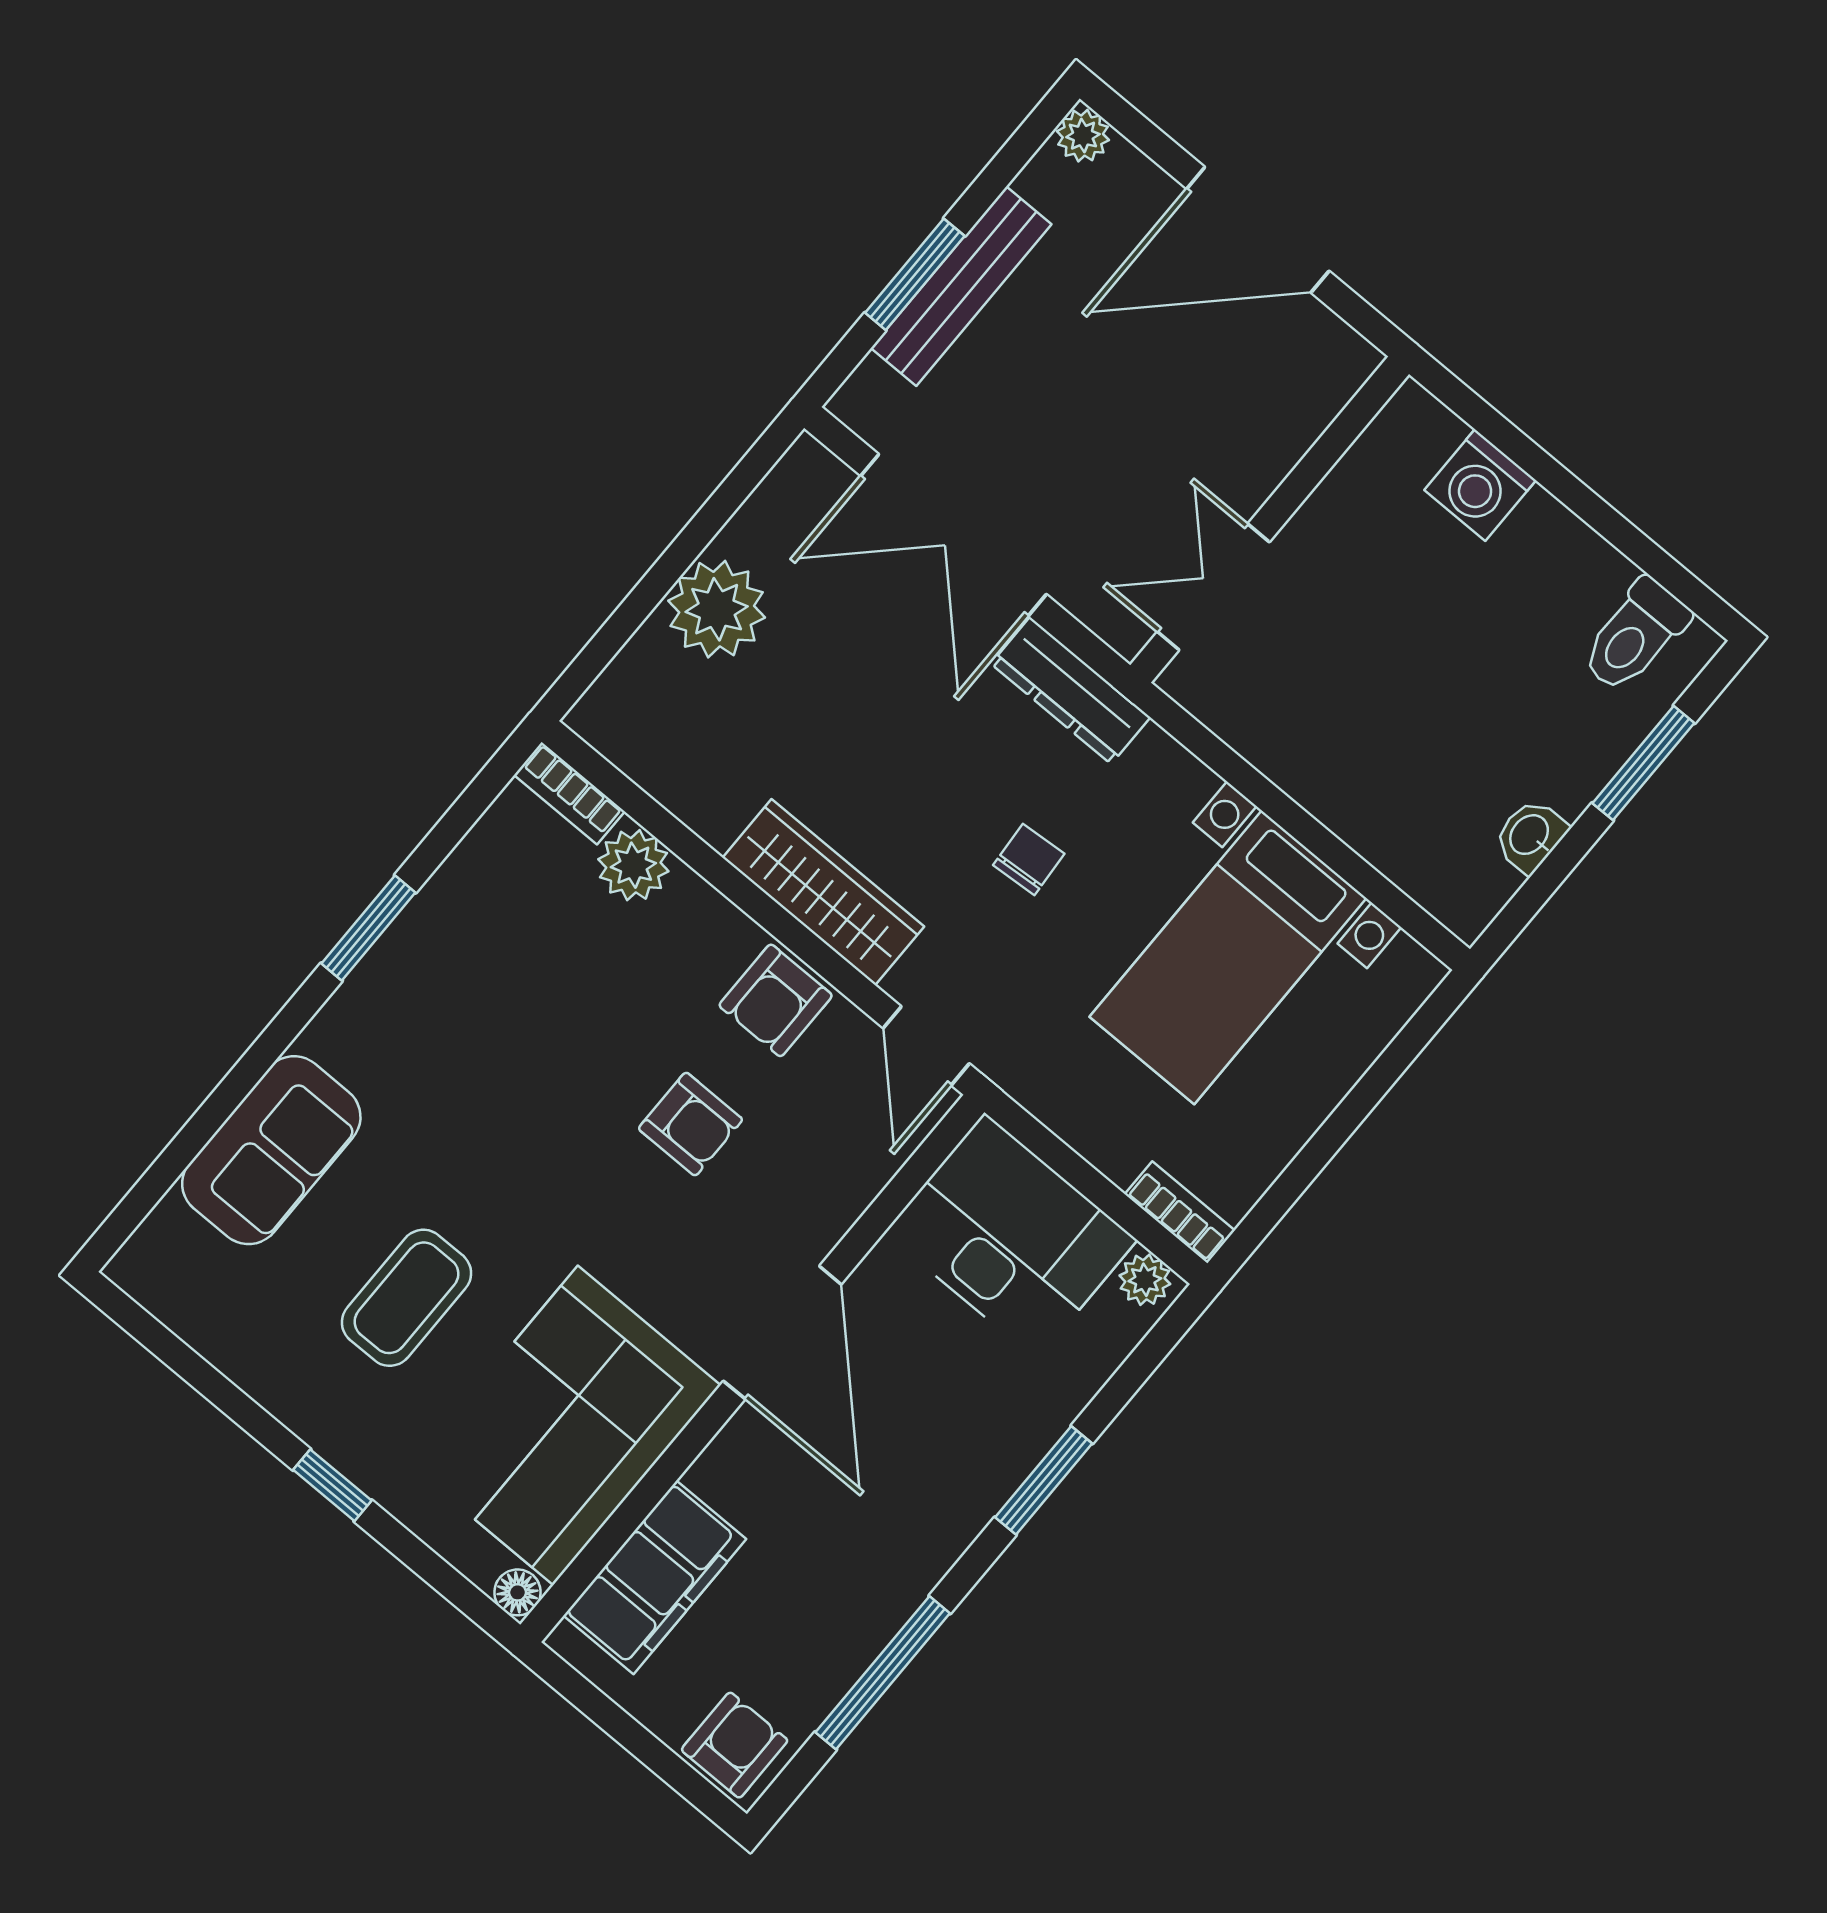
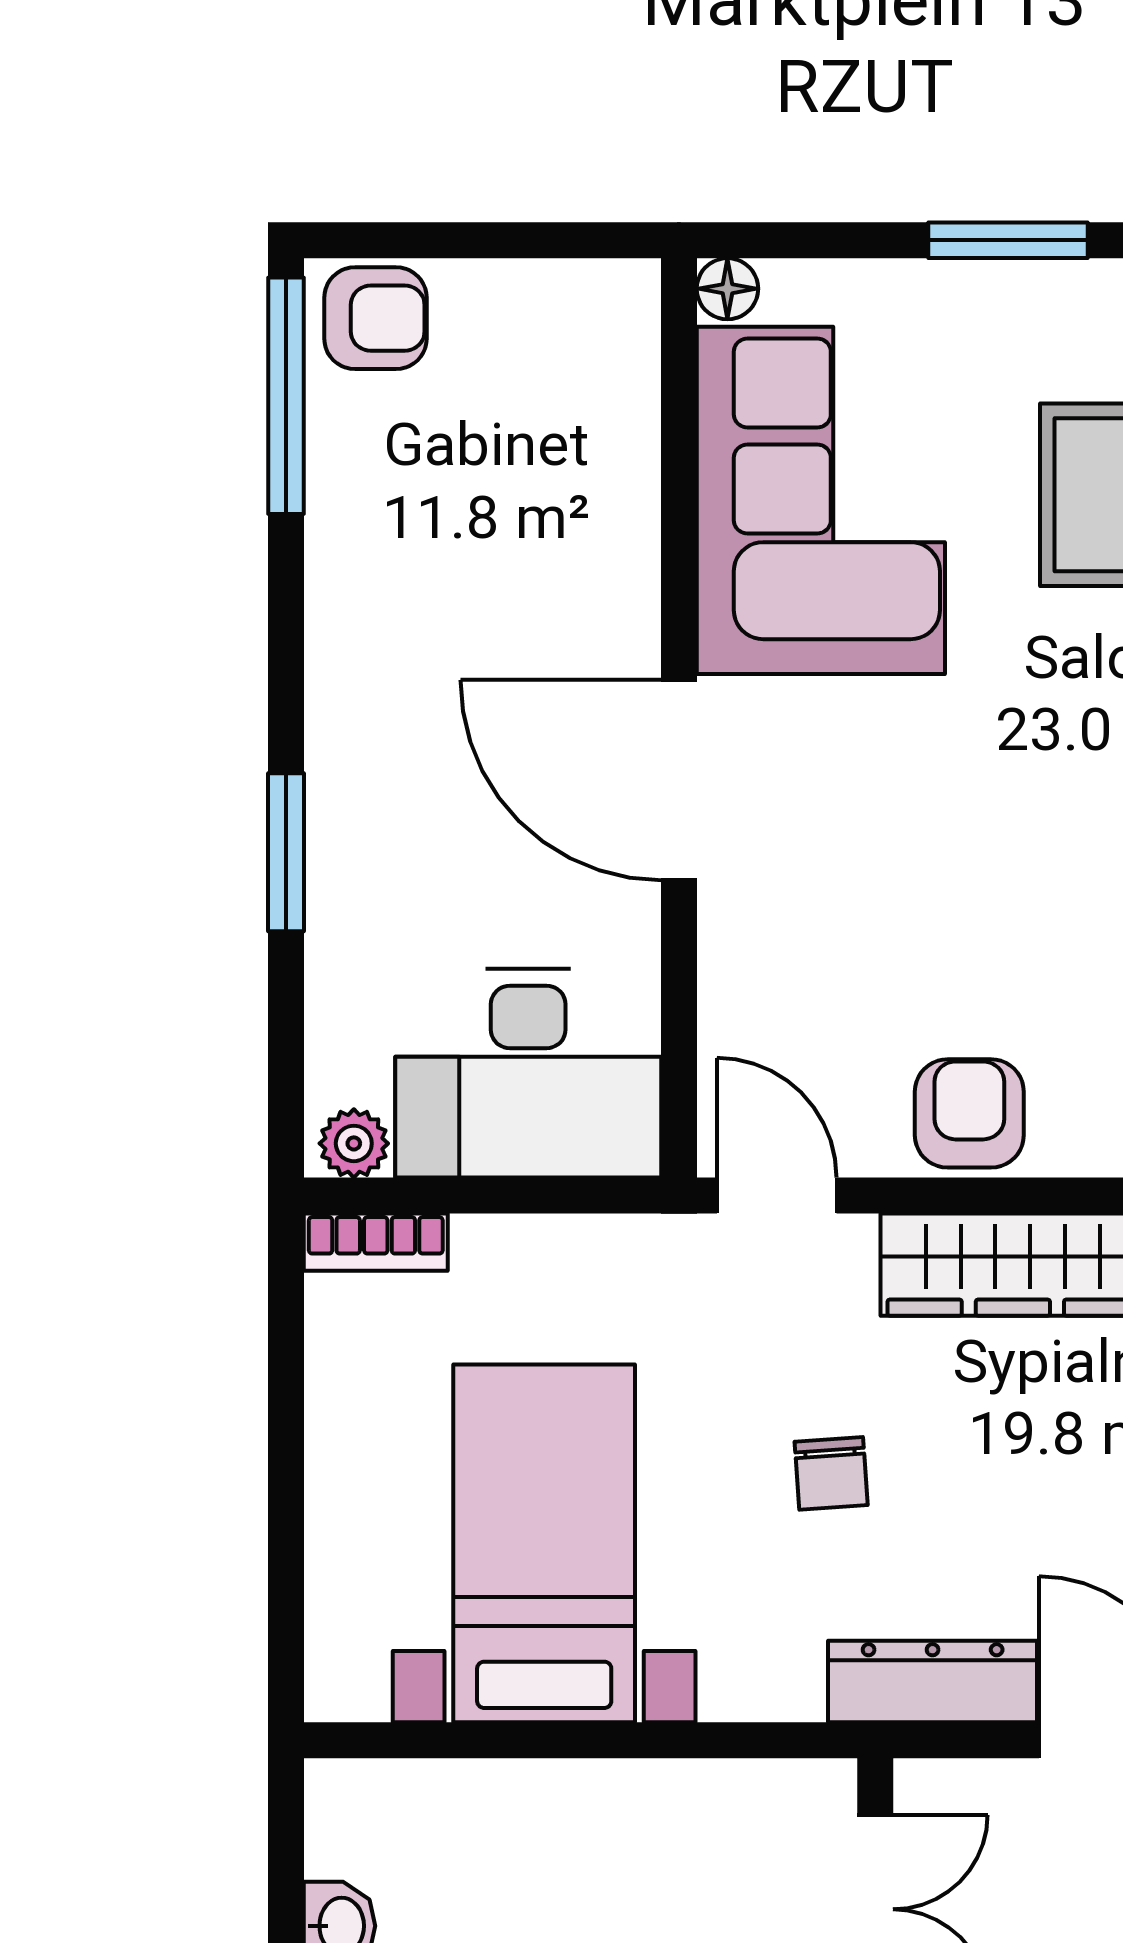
armchair: (690, 1124) -> (951, 915), removed
window: (332, 1485) -> (1008, 240), width x1.50
filing cabinet: (655, 1577) -> (600, 421), removed
window: (883, 1673) -> (286, 396), moved
armchair: (735, 1745) -> (375, 318), turned -90

